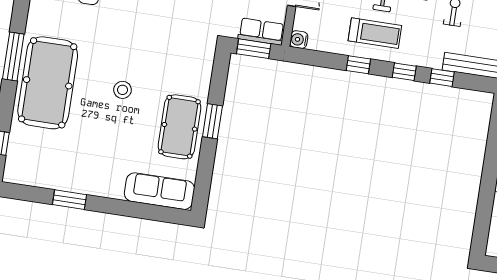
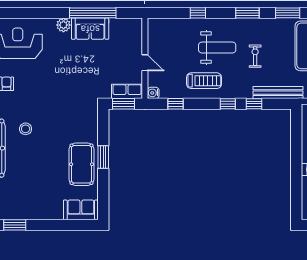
window: (358, 65) -> (176, 104), moved
stool: (122, 90) -> (26, 129), moved
sofa: (159, 191) -> (81, 210), width x0.73

